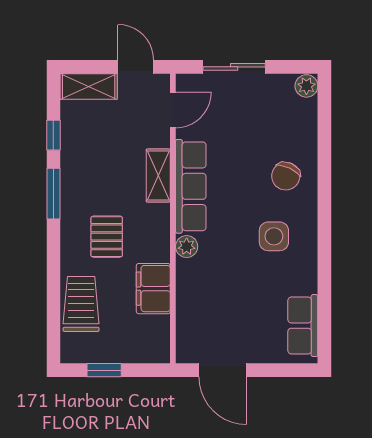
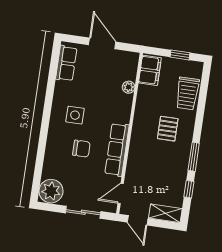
plant: (306, 86) -> (51, 191), width x1.87, depth x1.87
shelving: (158, 176) -> (134, 158), removed
chair: (286, 176) -> (81, 149), moved, turned 65
plant: (187, 247) -> (129, 87), moved
filing cabinet: (153, 289) -> (150, 70), moved
door: (223, 370) -> (102, 43), moved

